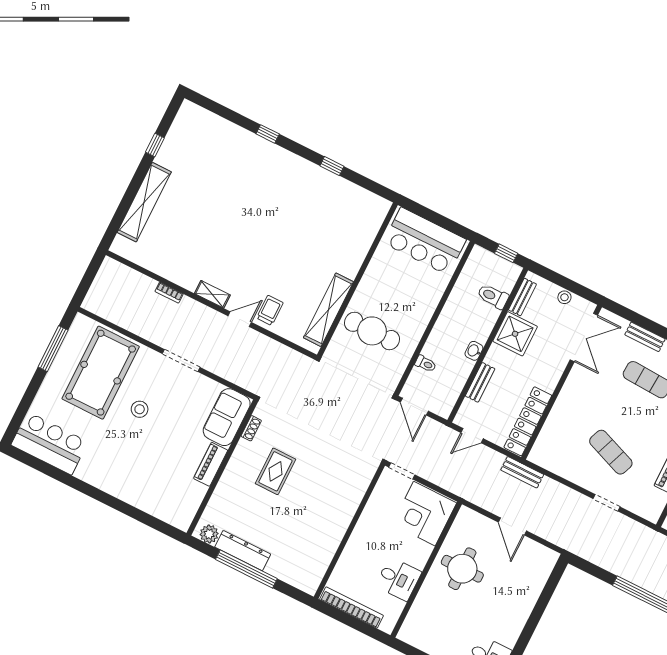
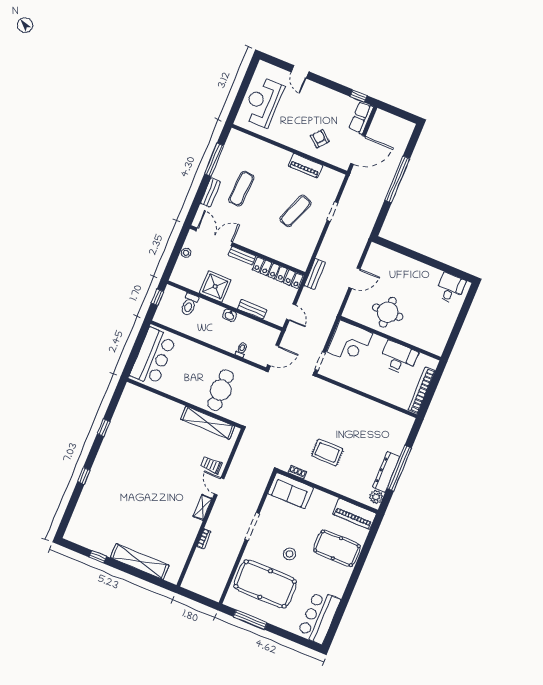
bench: (522, 297) -> (242, 256), moved
piano: (211, 464) -> (355, 514), moved, width x1.37, depth x1.33
pool table: (142, 475) -> (337, 548), added
desk: (398, 579) -> (398, 358), width x1.37

